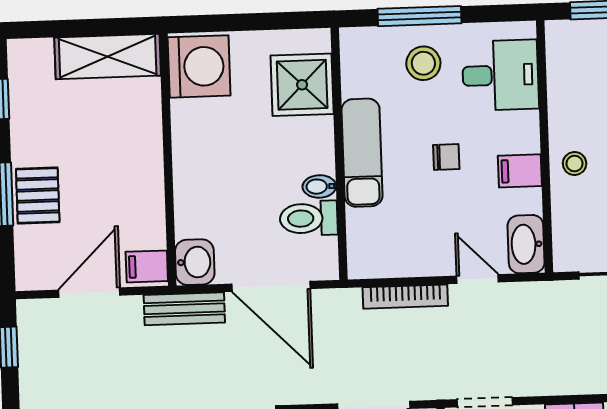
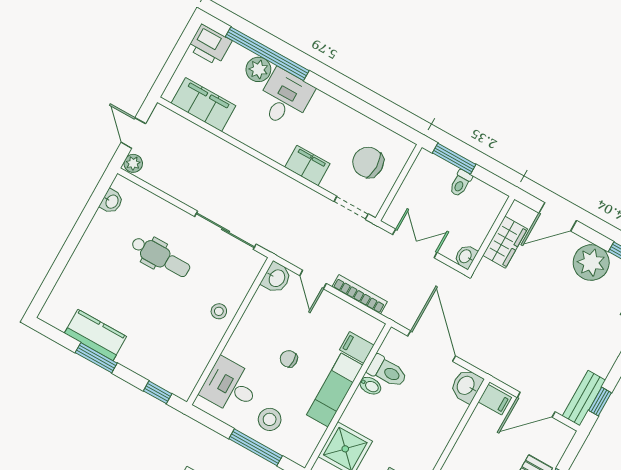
filing cabinet: (520, 171) -> (357, 348), moved, turned 180
washbasin: (526, 244) -> (276, 278), width x0.72
bench: (184, 309) -> (584, 398), moved, turned 90

